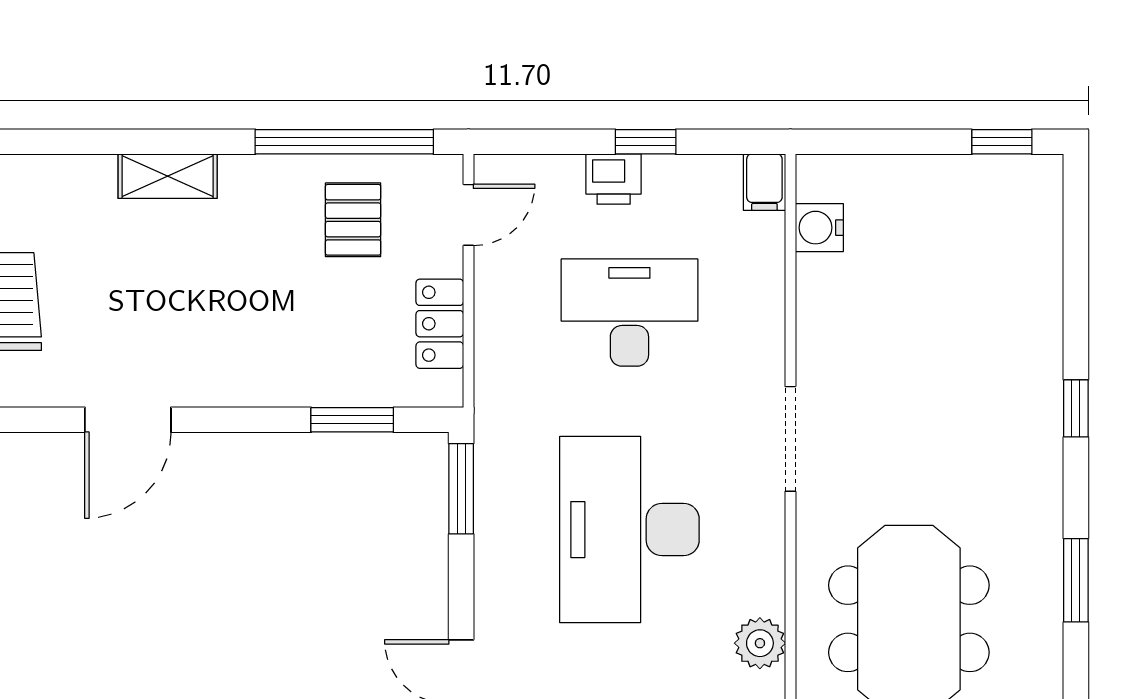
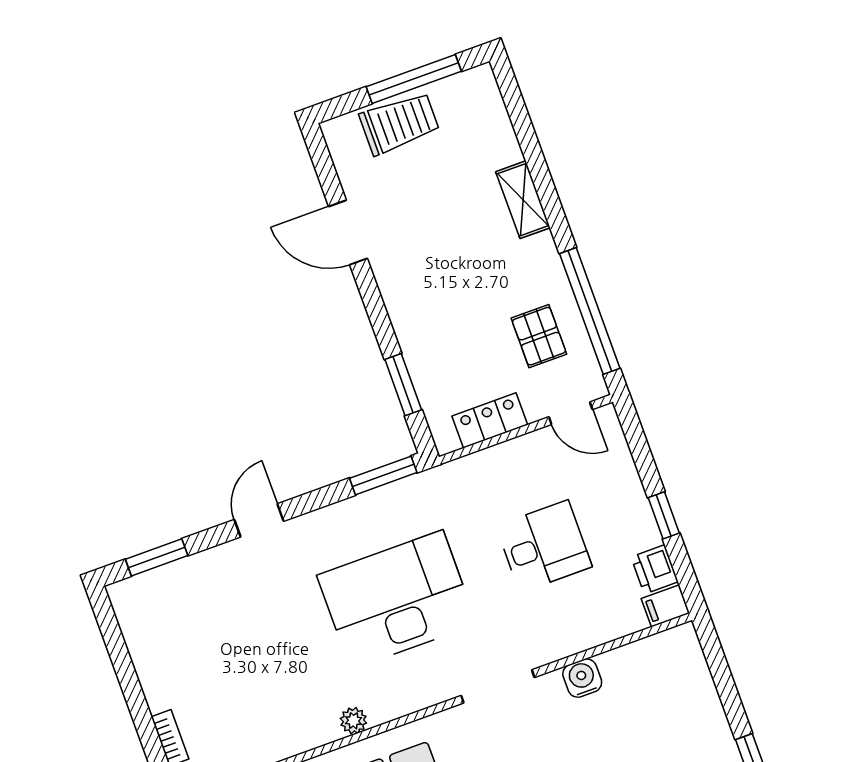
printer: (614, 179) -> (655, 569), moved
pallet: (353, 220) -> (539, 336), turned 90
water cooler: (819, 228) -> (582, 678), moved
desk: (629, 313) -> (544, 546), width x0.73
plant: (760, 643) -> (353, 721), width x0.73, depth x0.73

